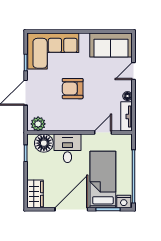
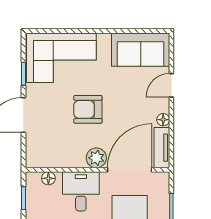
plant: (38, 124) -> (96, 158), moved
door: (103, 133) -> (130, 170), width x1.88
floor lamp: (44, 143) -> (48, 178), width x0.53, depth x0.53

